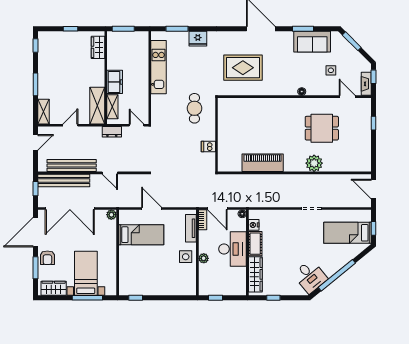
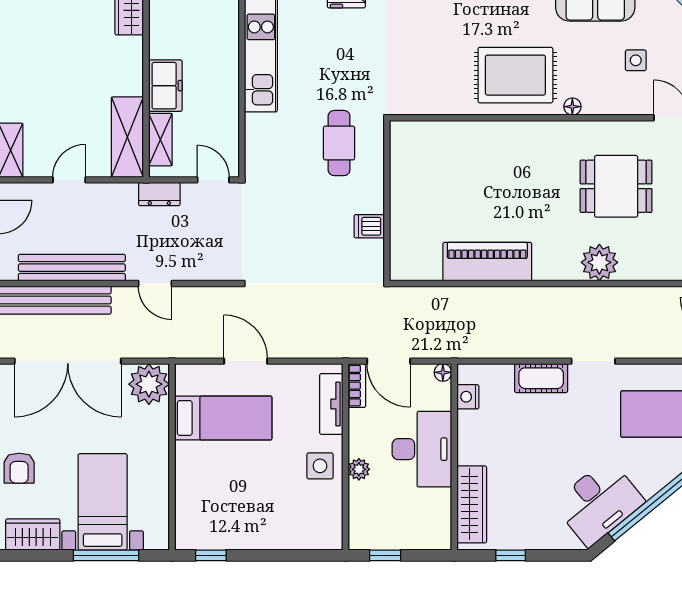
rug: (243, 68) -> (515, 75), moved
plant: (111, 215) -> (149, 384), width x1.88, depth x1.88
cot: (255, 244) -> (541, 378), moved, turned 90
desk: (310, 276) -> (599, 502), width x1.37

